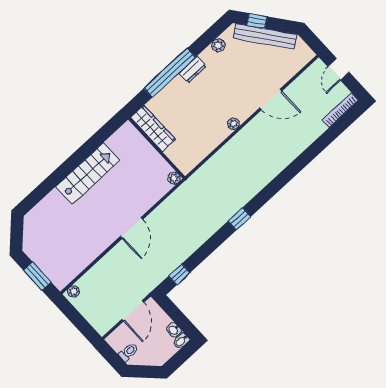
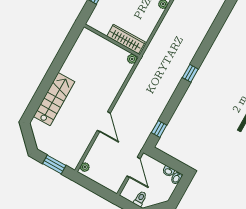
wardrobe: (153, 128) -> (126, 39), moved
stairs: (88, 174) -> (54, 99), moved
door: (132, 228) -> (104, 122), moved

